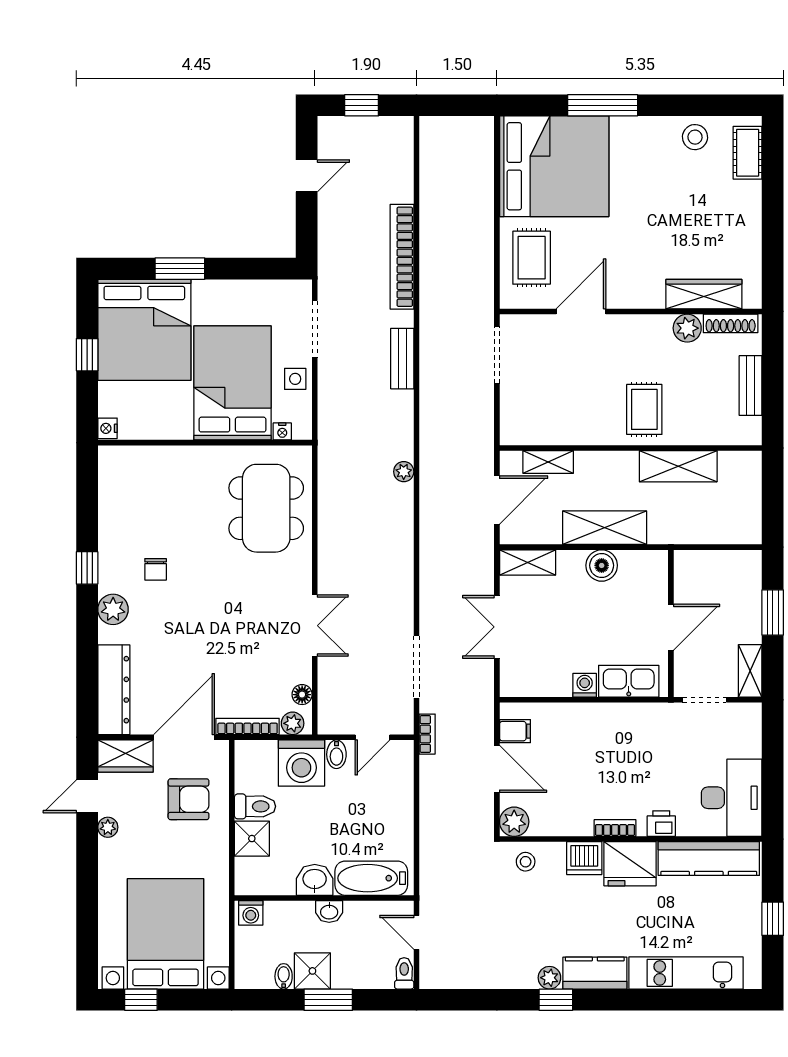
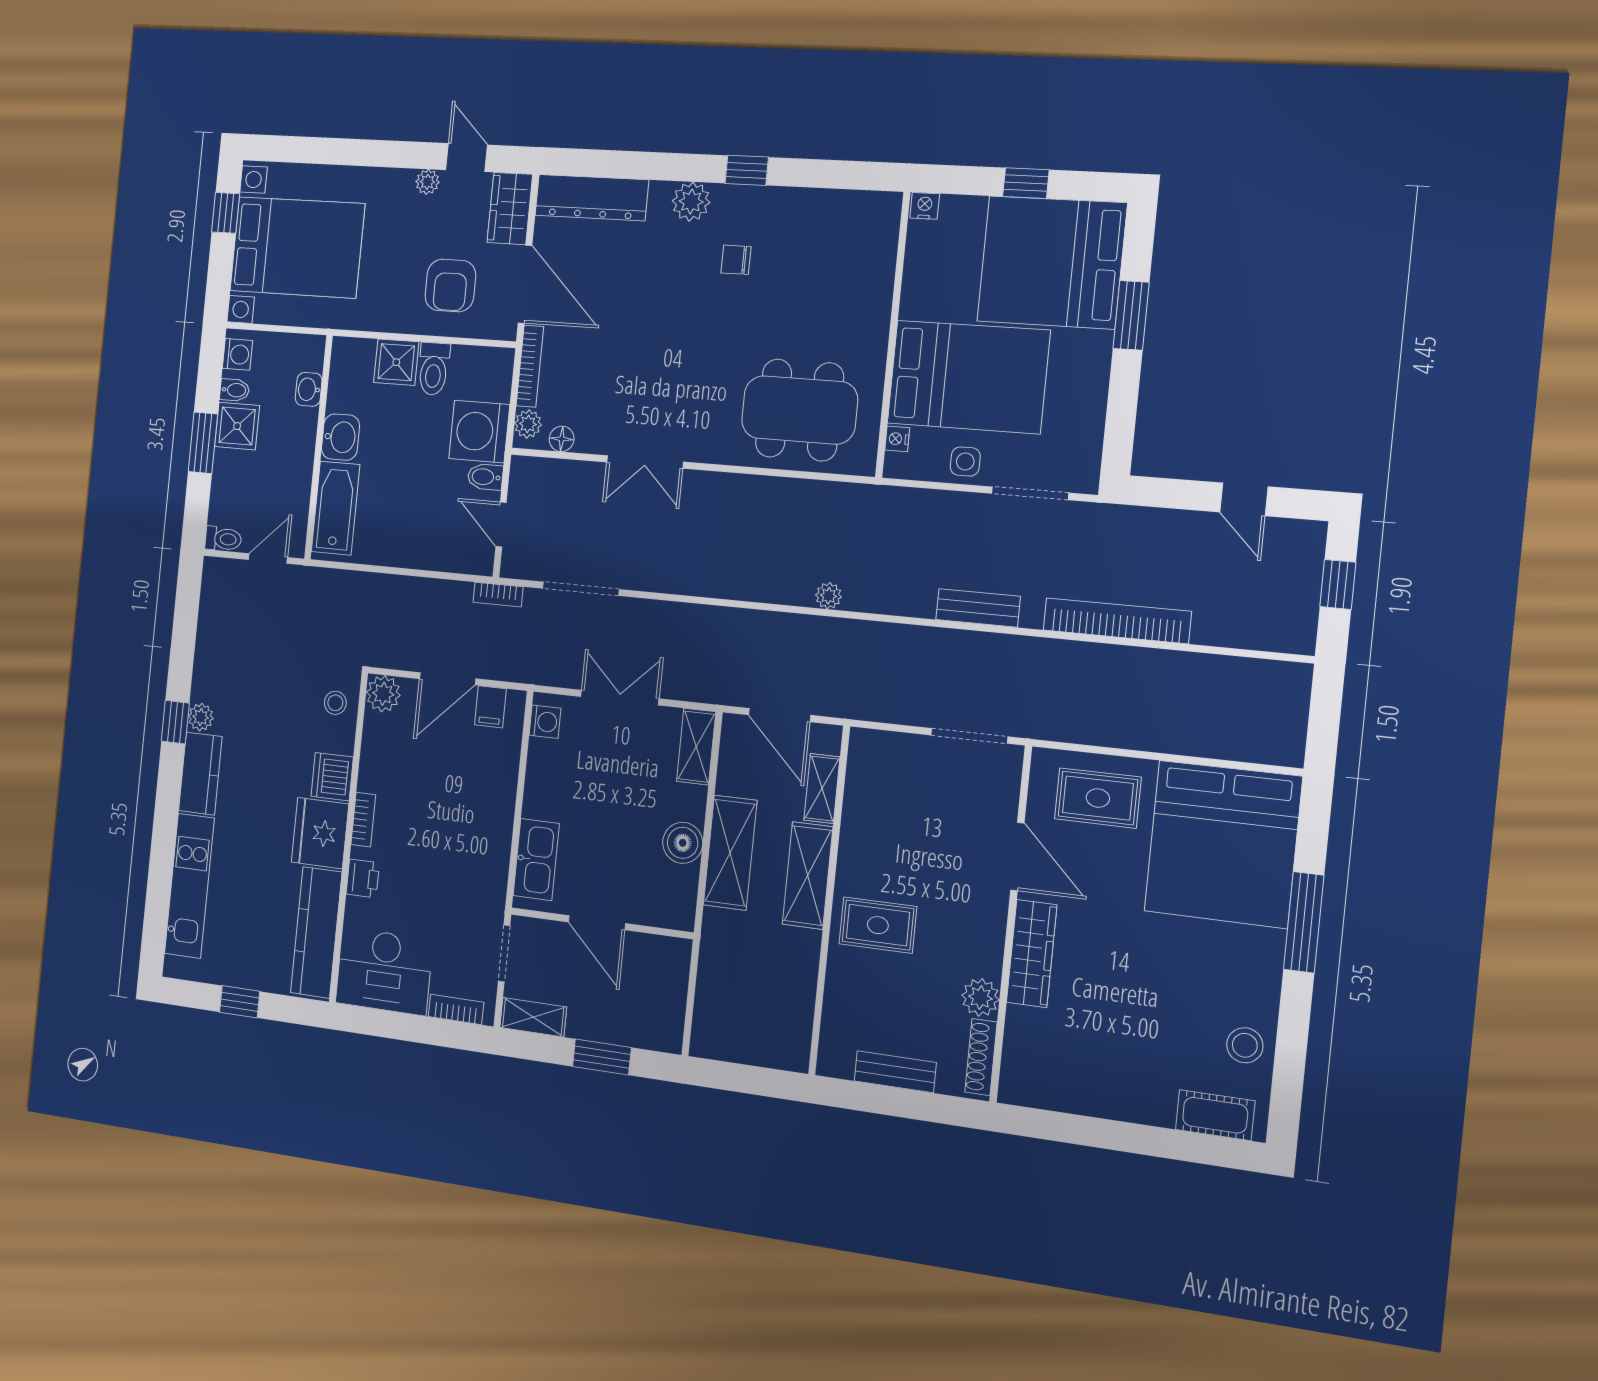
wardrobe: (704, 294) -> (1032, 954), moved
shelving: (678, 466) -> (808, 876), moved
washing machine: (585, 685) -> (545, 722), moved
bookcase: (753, 735) -> (456, 1009), added
washbasin: (329, 911) -> (309, 389), moved
washing machine: (251, 913) -> (238, 354), moved, turned 180

